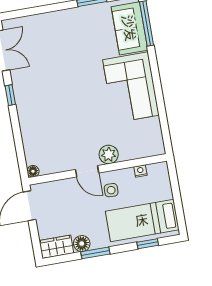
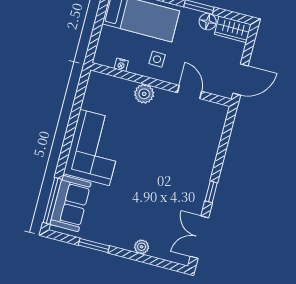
plant: (50, 19) -> (142, 247), added
floor lamp: (33, 171) -> (222, 110), removed
door: (87, 171) -> (189, 92), moved

